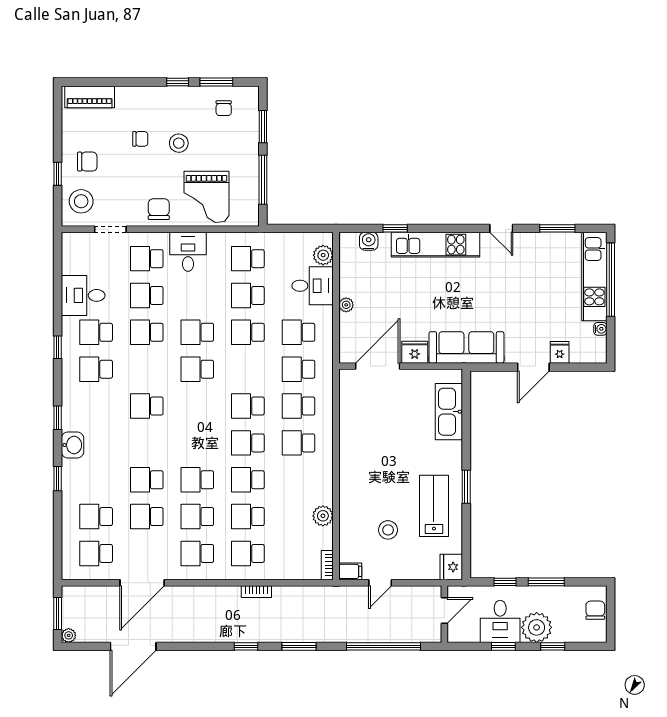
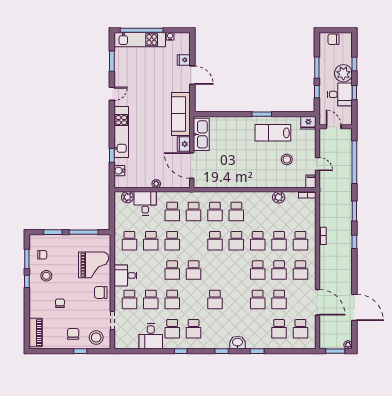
stool: (179, 143) -> (46, 276), moved
kitchen sink: (449, 412) -> (201, 134), moved, turned -90

